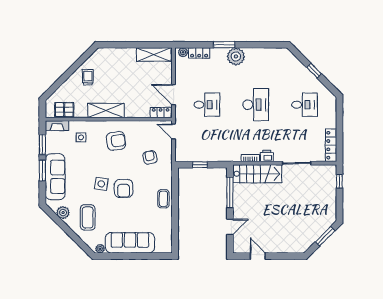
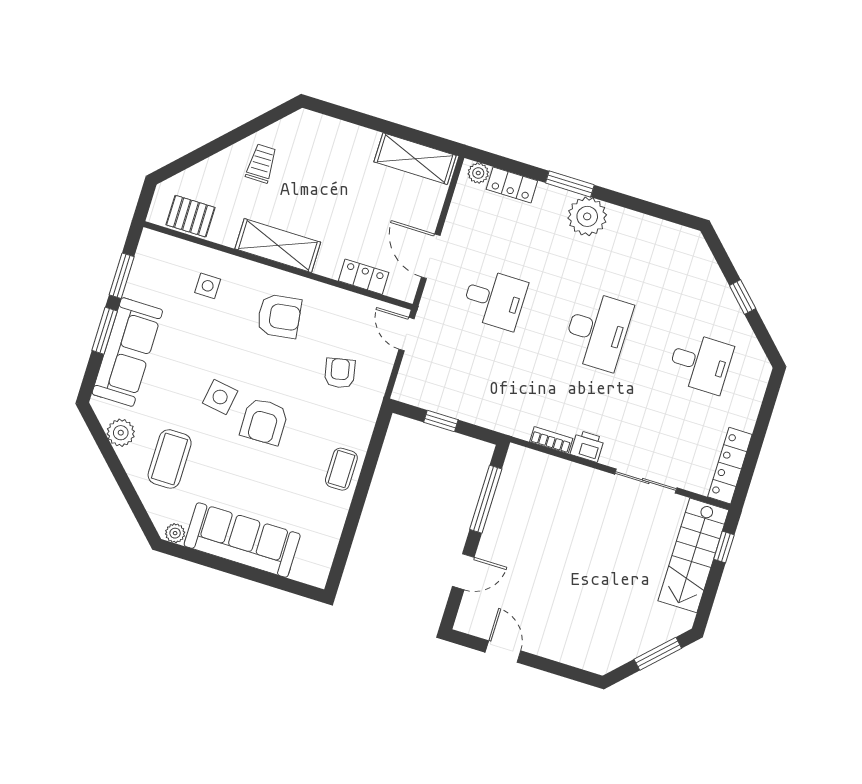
locker: (161, 113) -> (364, 277), moved
fireplace: (57, 126) -> (165, 245), removed
stairs: (257, 174) -> (693, 555), moved, turned 90

